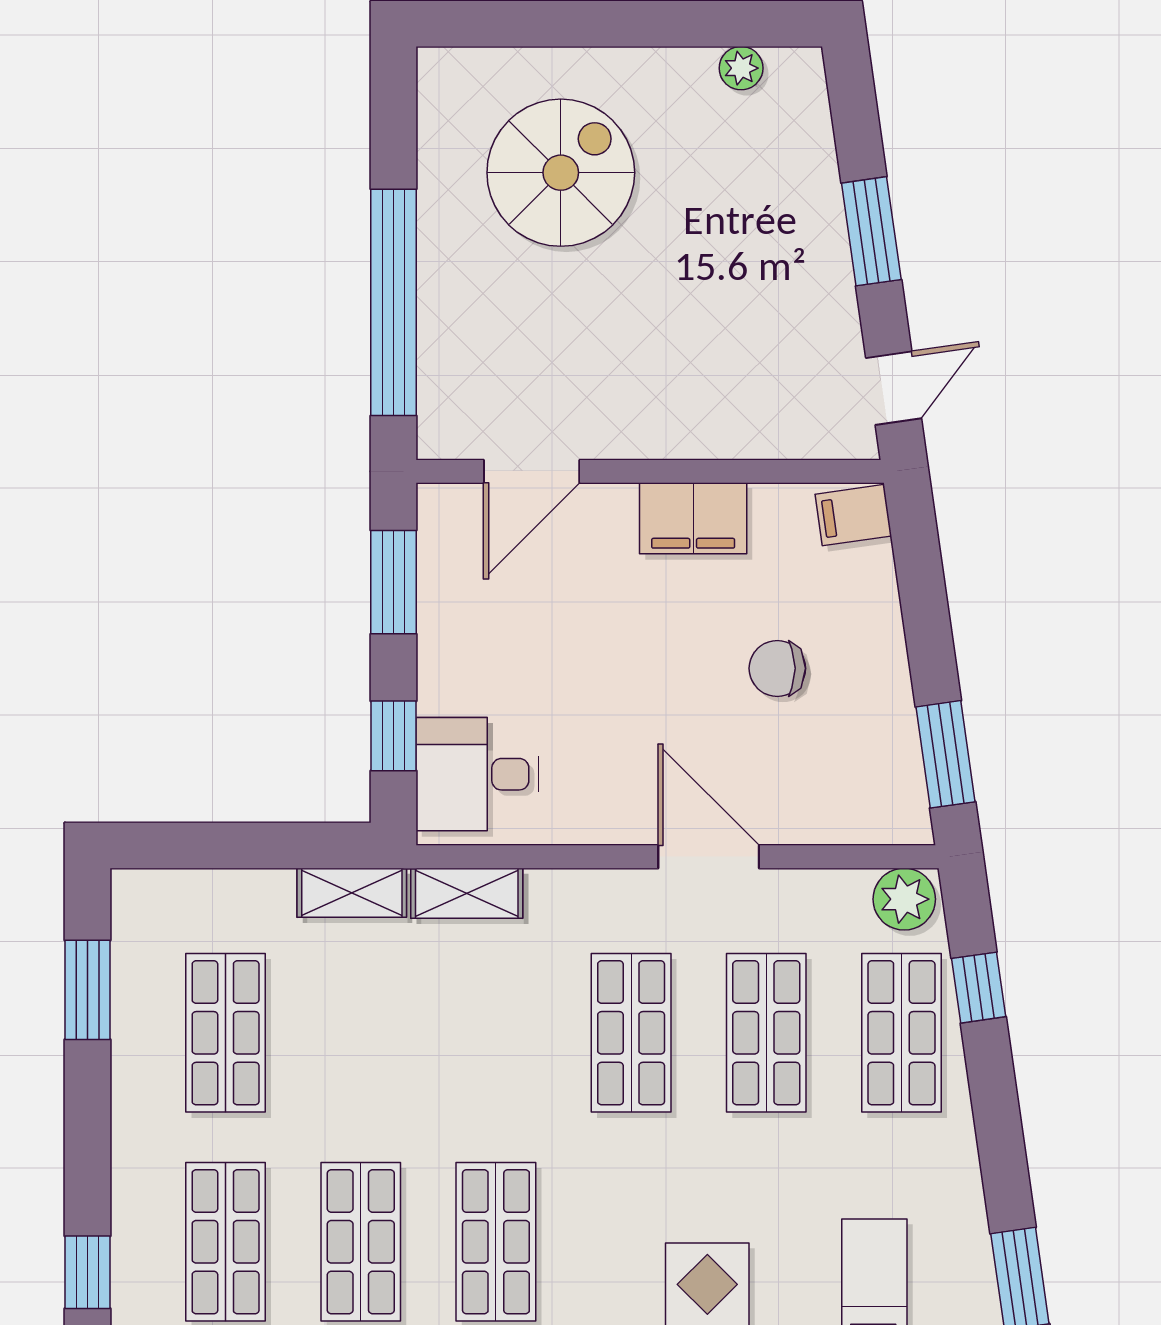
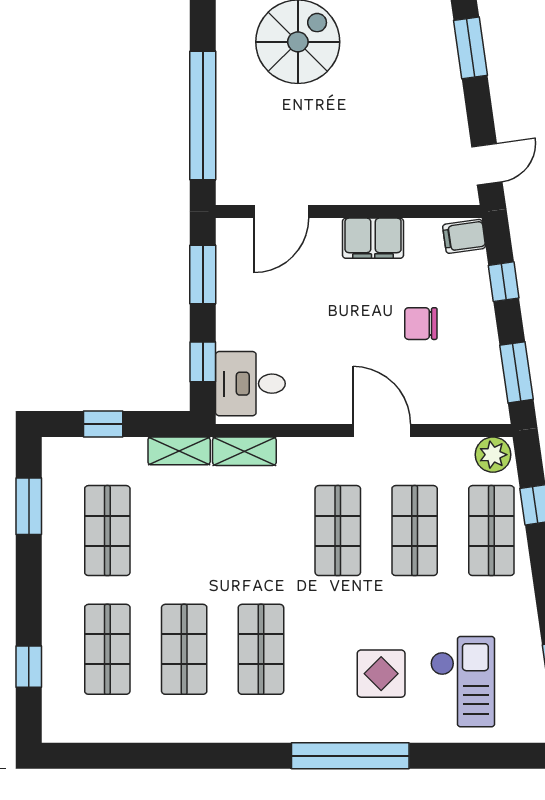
window: (871, 231) -> (470, 48), moved
window: (923, 595) -> (504, 282), added
window: (218, 845) -> (103, 424), added

